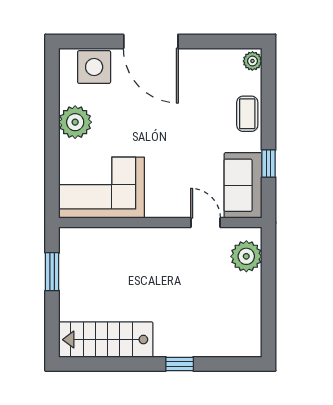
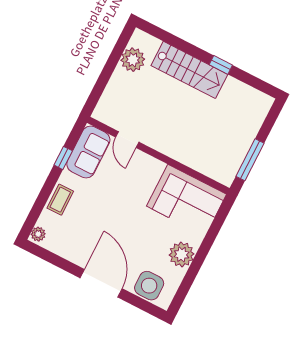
plant: (246, 256) -> (133, 60), moved
window: (52, 272) -> (250, 160), width x1.44
stairs: (106, 340) -> (189, 70), moved
window: (180, 364) -> (221, 65), moved

